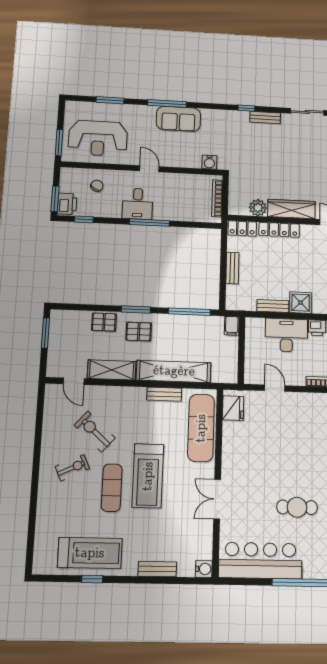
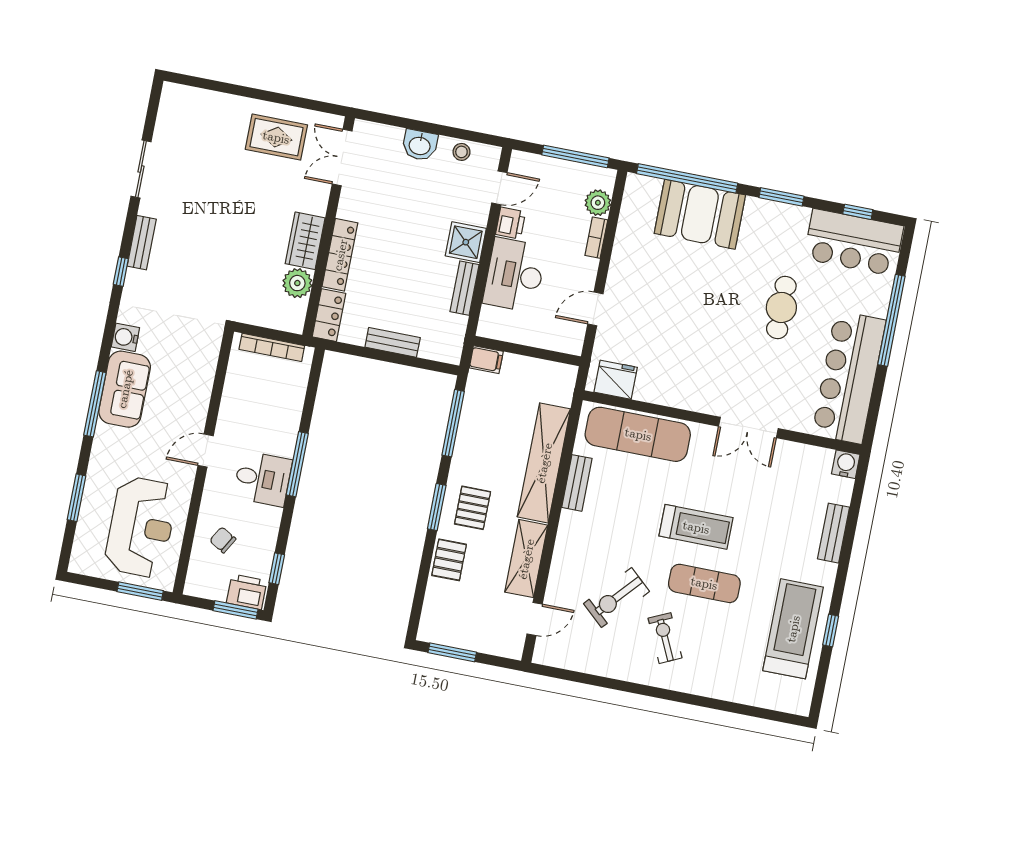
water cooler: (209, 162) -> (125, 337), moved, turned 180
wardrobe: (291, 209) -> (305, 241), width x0.67
treadmill: (148, 476) -> (696, 527), width x0.73, depth x0.73

